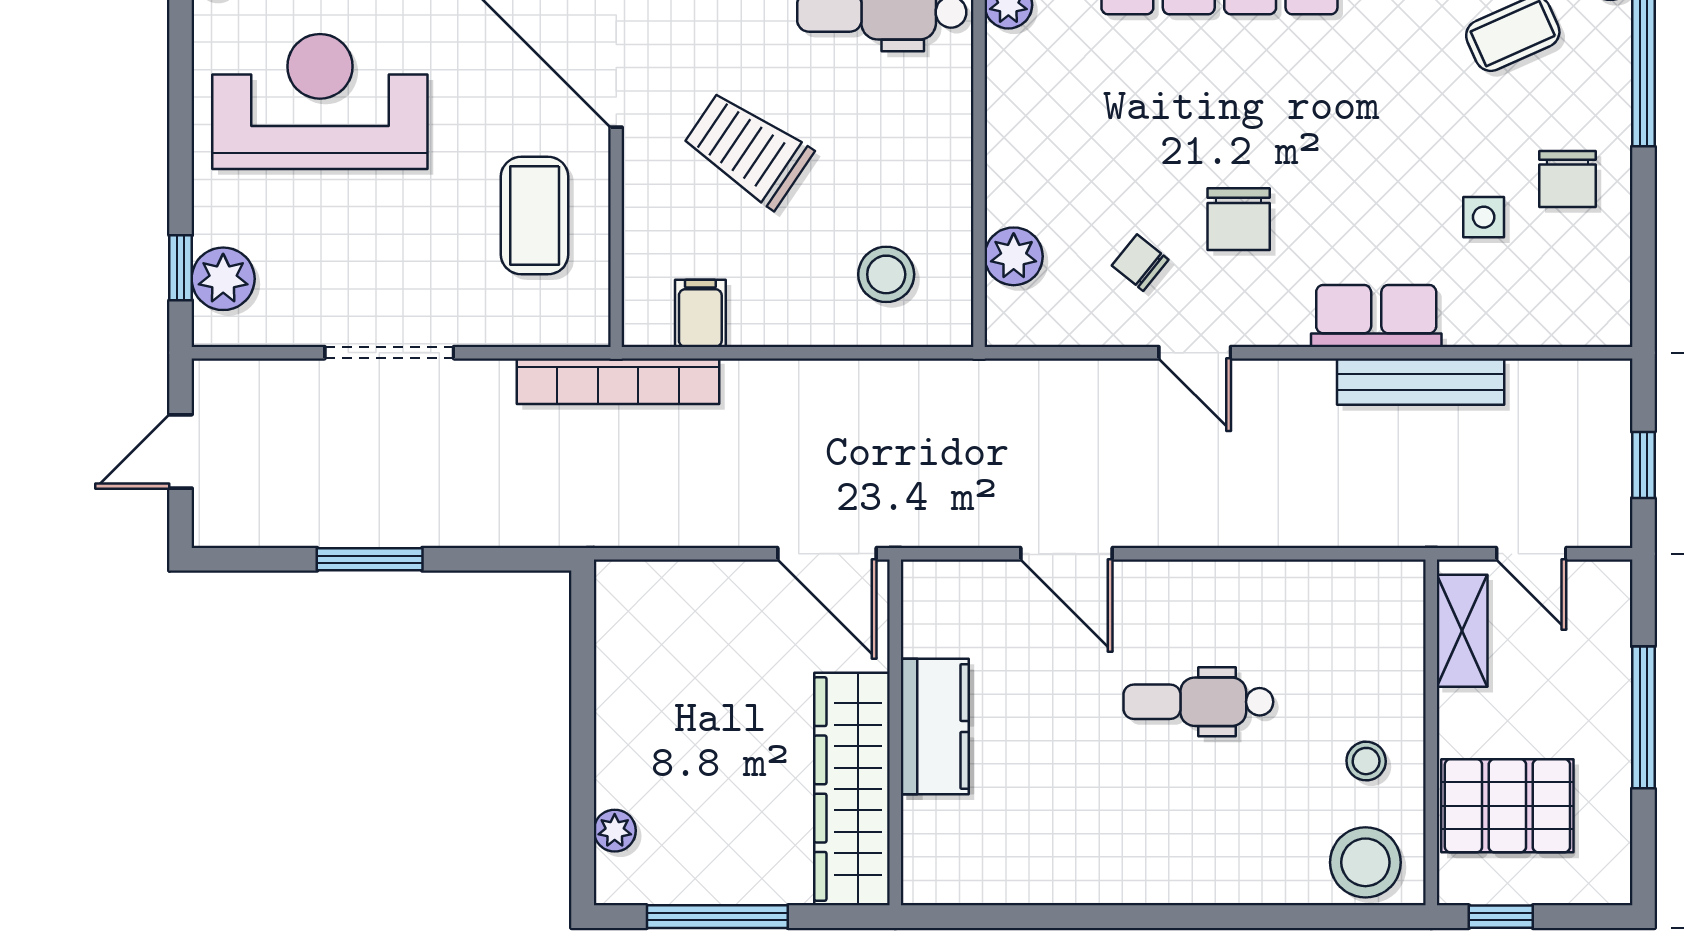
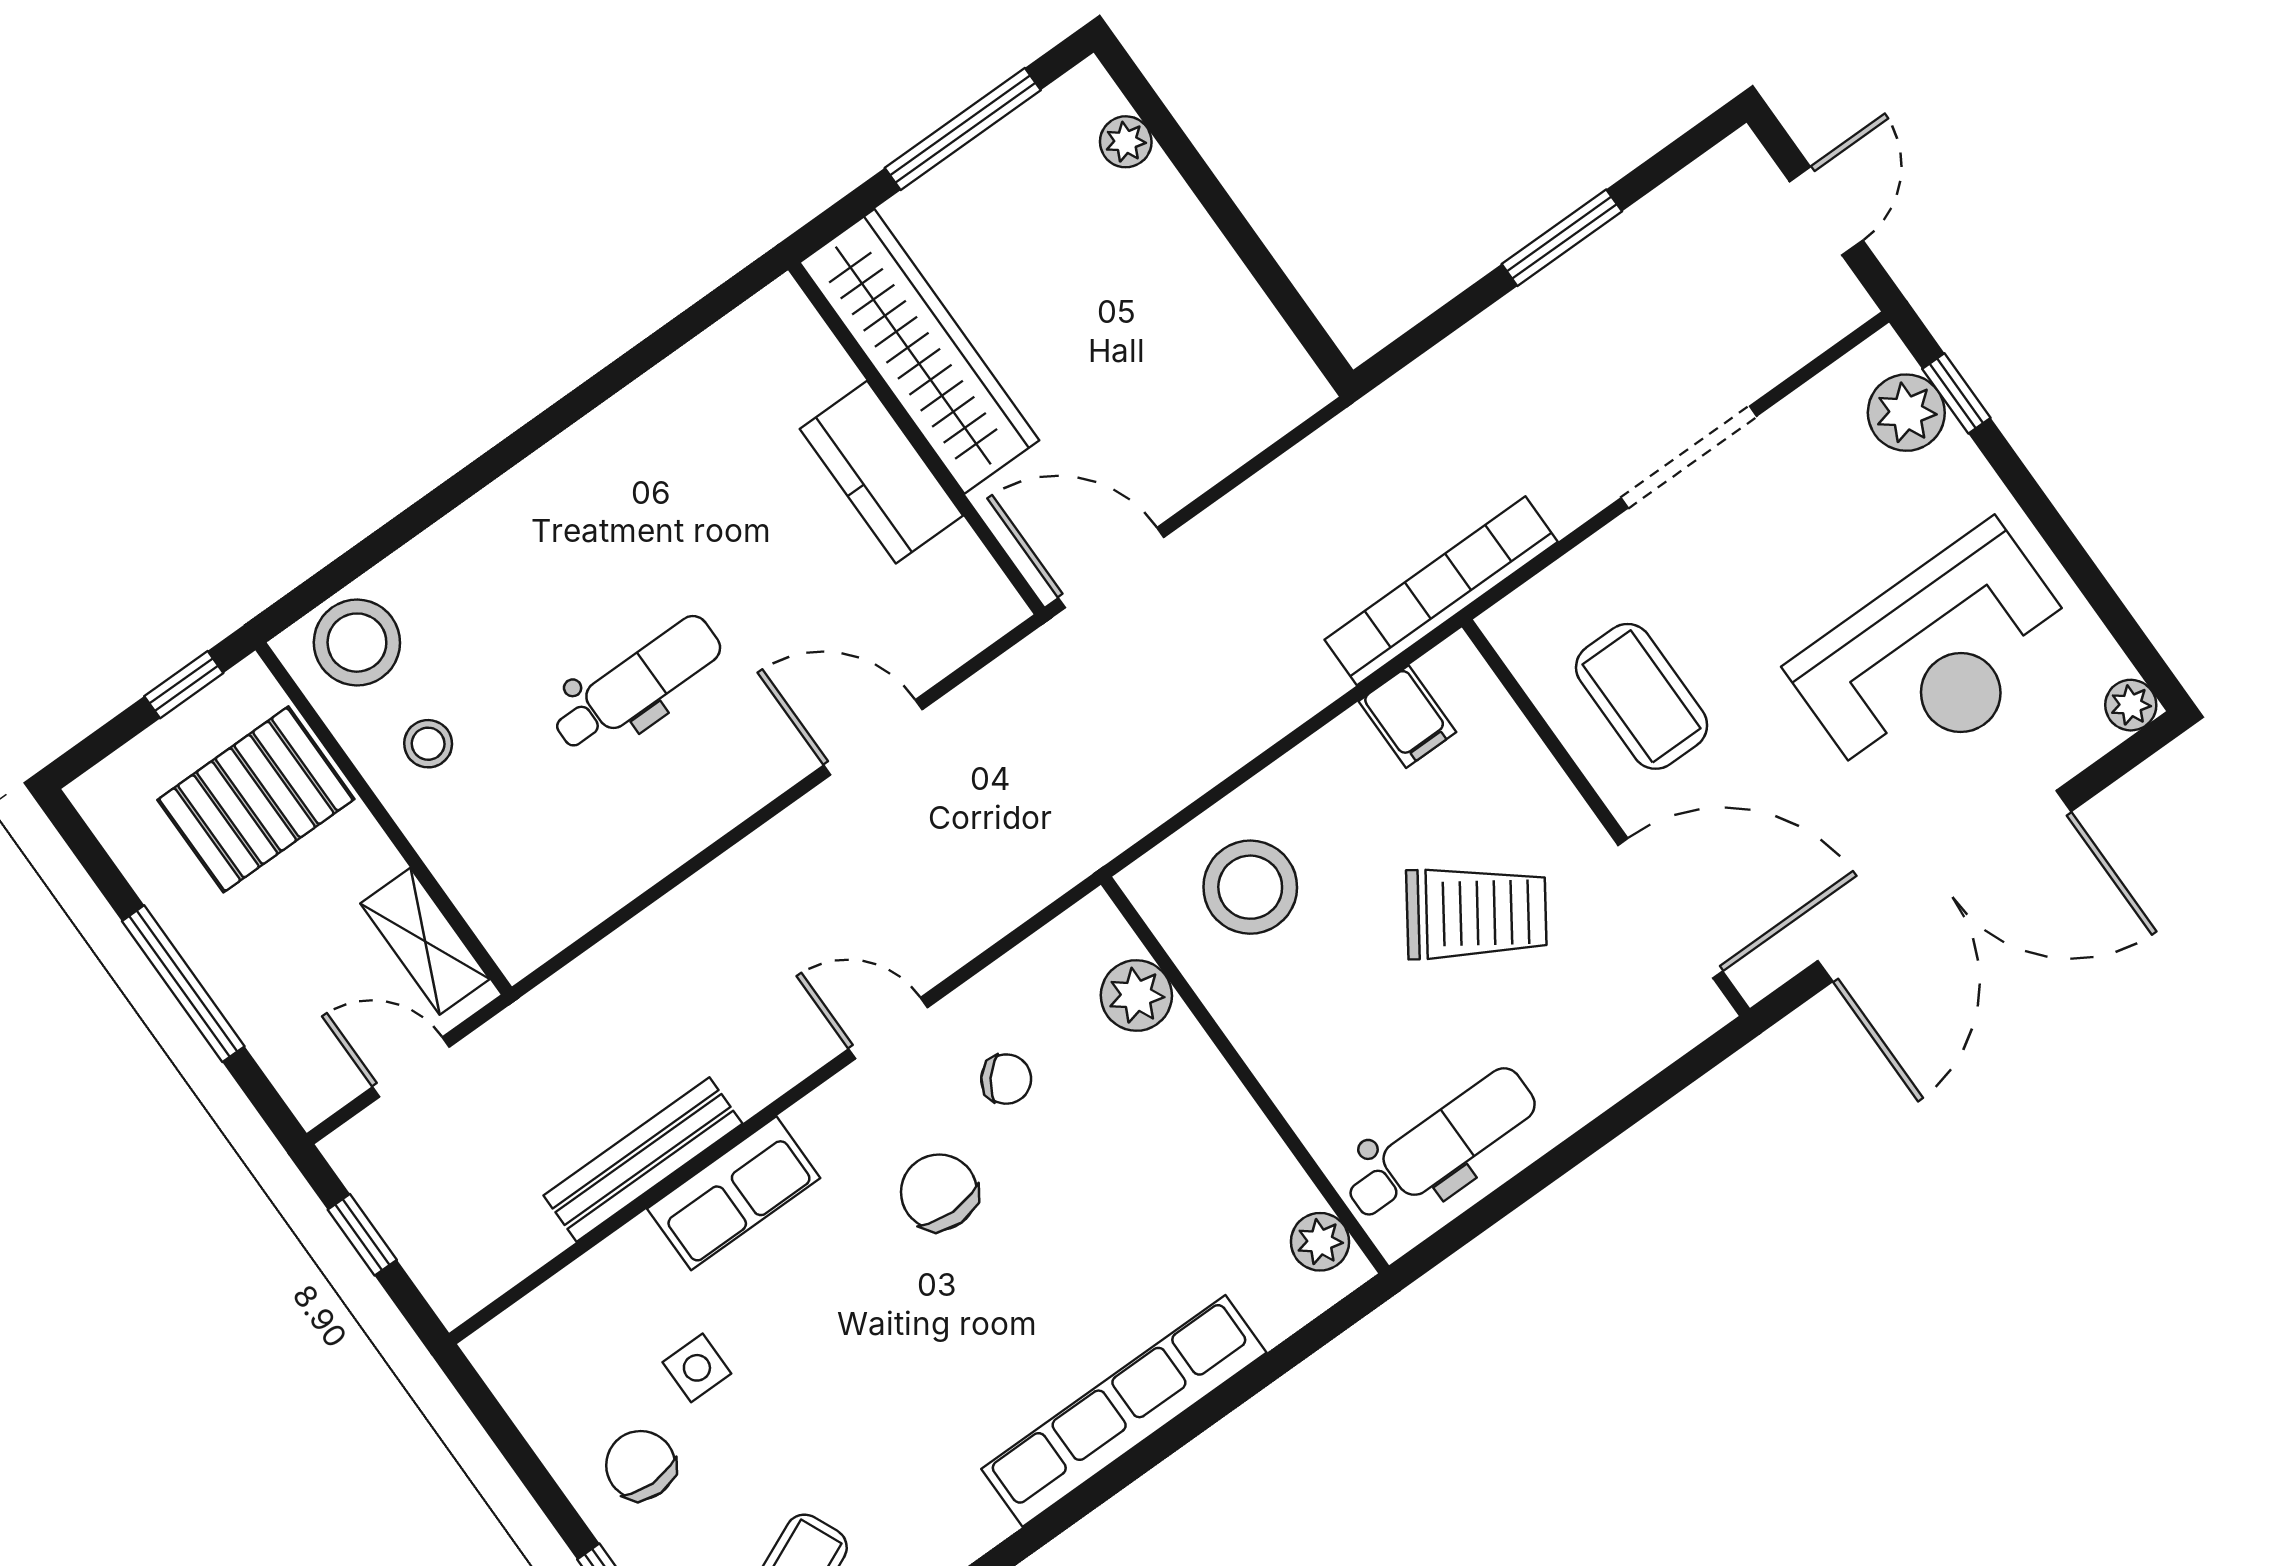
stool: (886, 274) -> (1250, 887), width x1.38, depth x1.38

